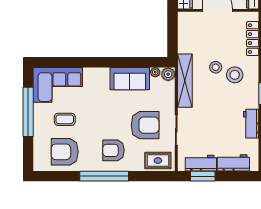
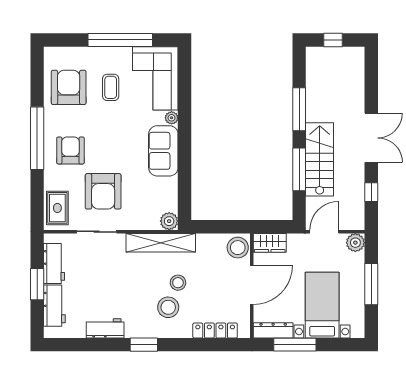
stool: (189, 21) -> (238, 248), added
plant: (155, 72) -> (172, 118), moved
sofa: (130, 79) -> (163, 151), moved
window: (203, 176) -> (37, 284), moved

